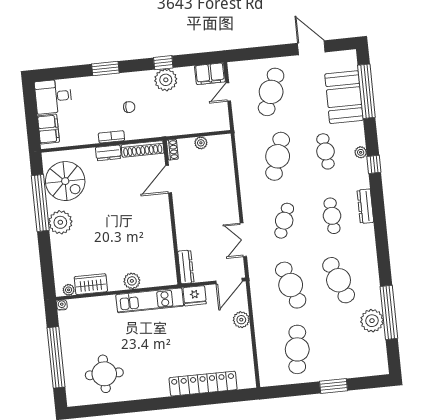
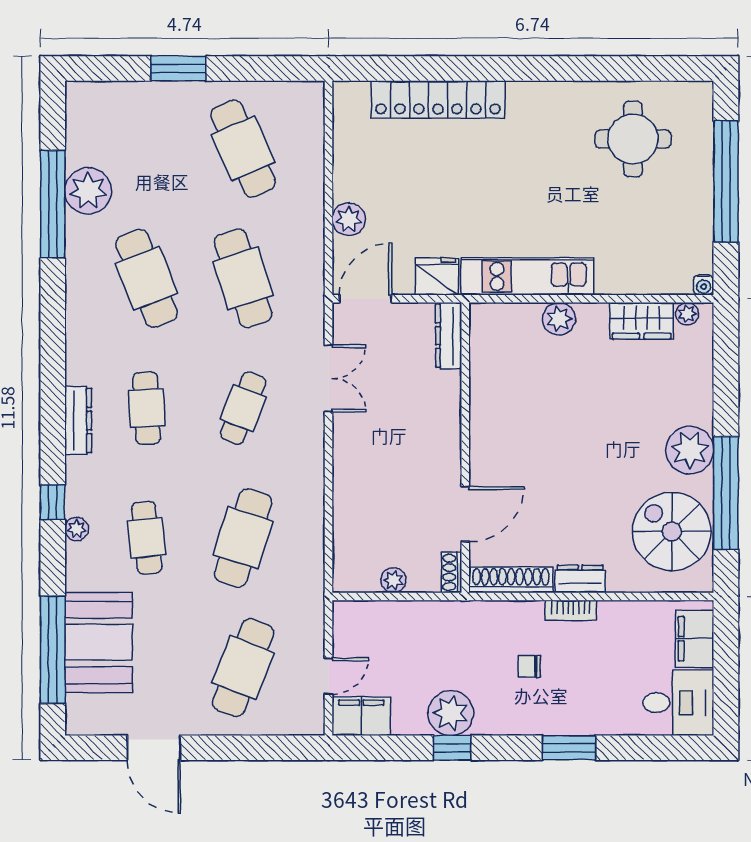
cafe table: (297, 349) -> (243, 149), turned -30

